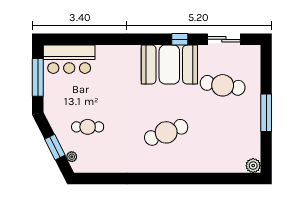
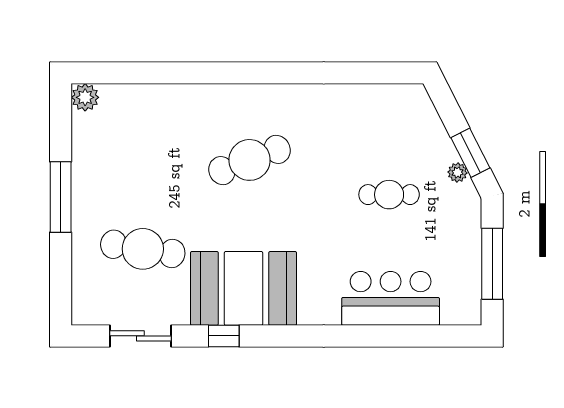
bar counter: (69, 59) -> (391, 298), moved
cafe table: (88, 127) -> (389, 195), moved
window: (55, 147) -> (470, 153), moved
plant: (72, 157) -> (457, 172), moved

